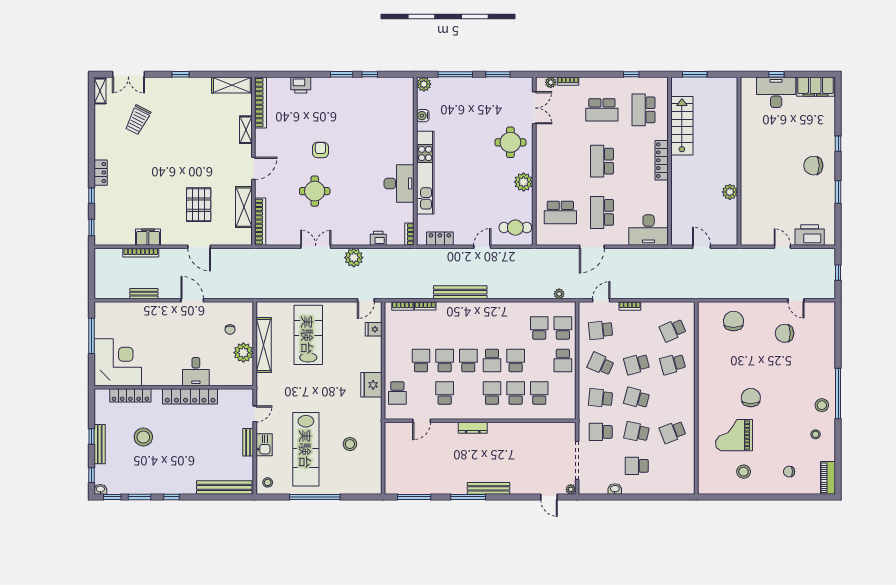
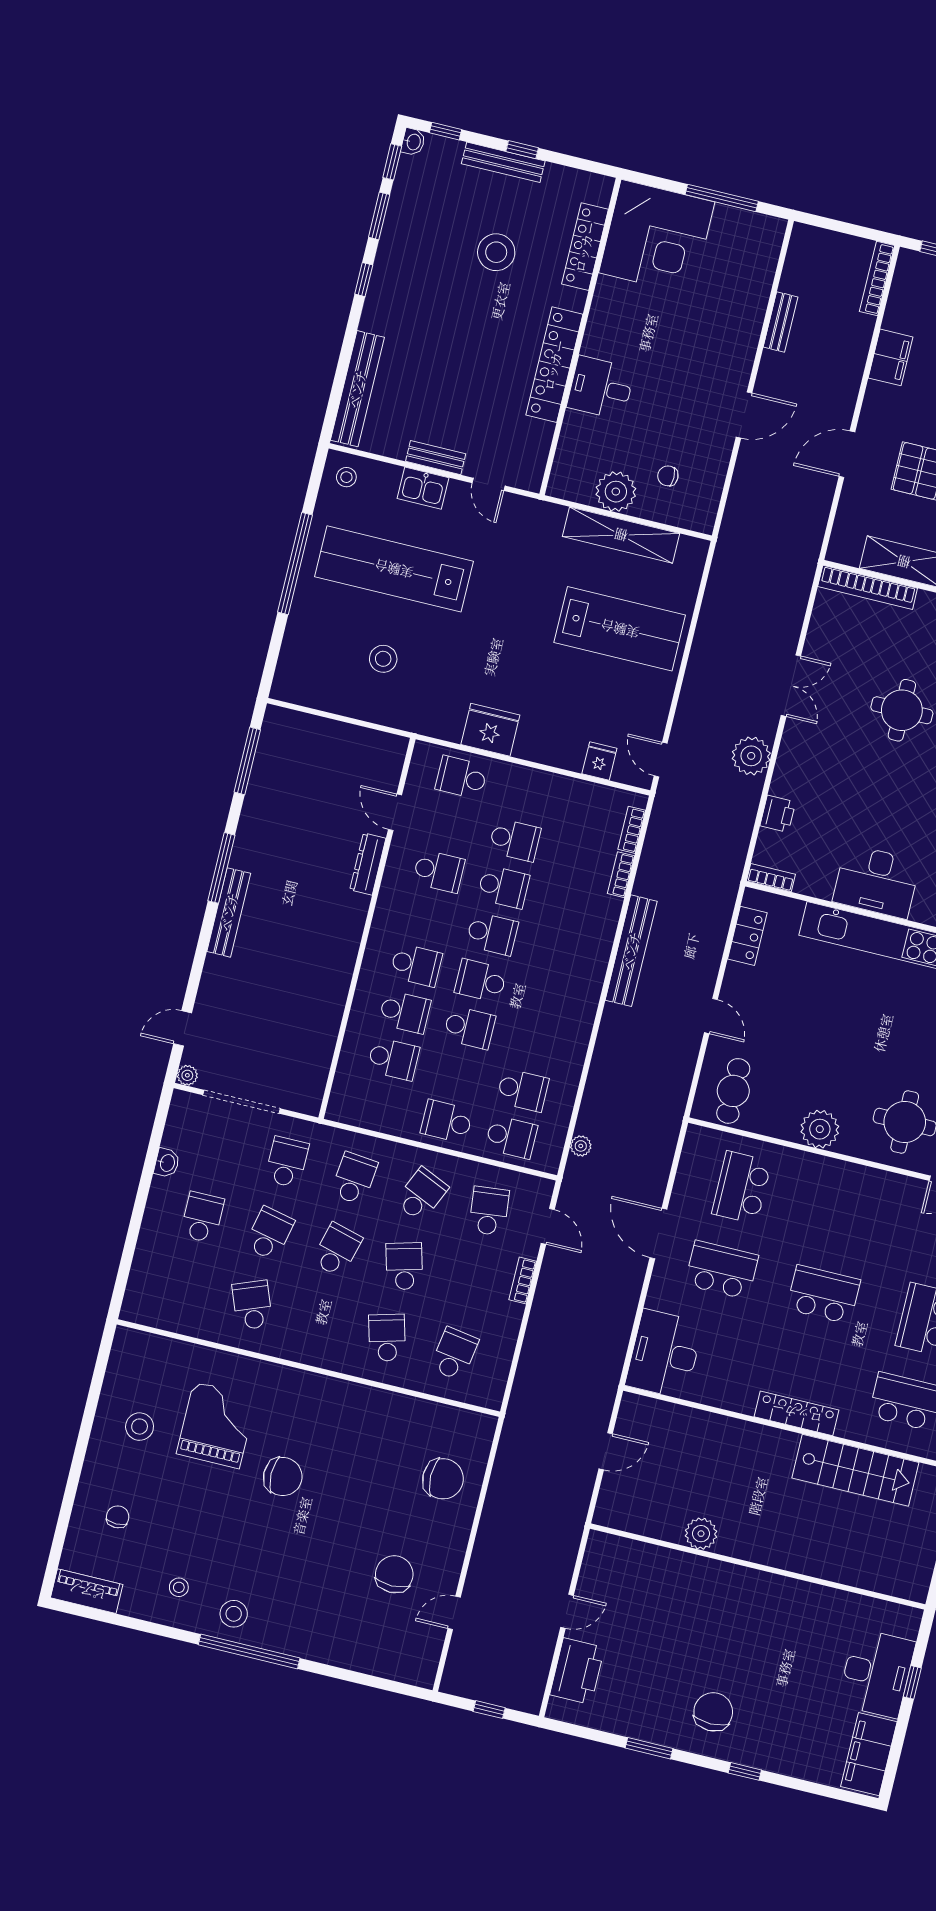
bookcase: (141, 253) -> (877, 279), moved
school desk: (673, 330) -> (454, 1354), turned 33
dresser: (473, 428) -> (368, 864), moved

